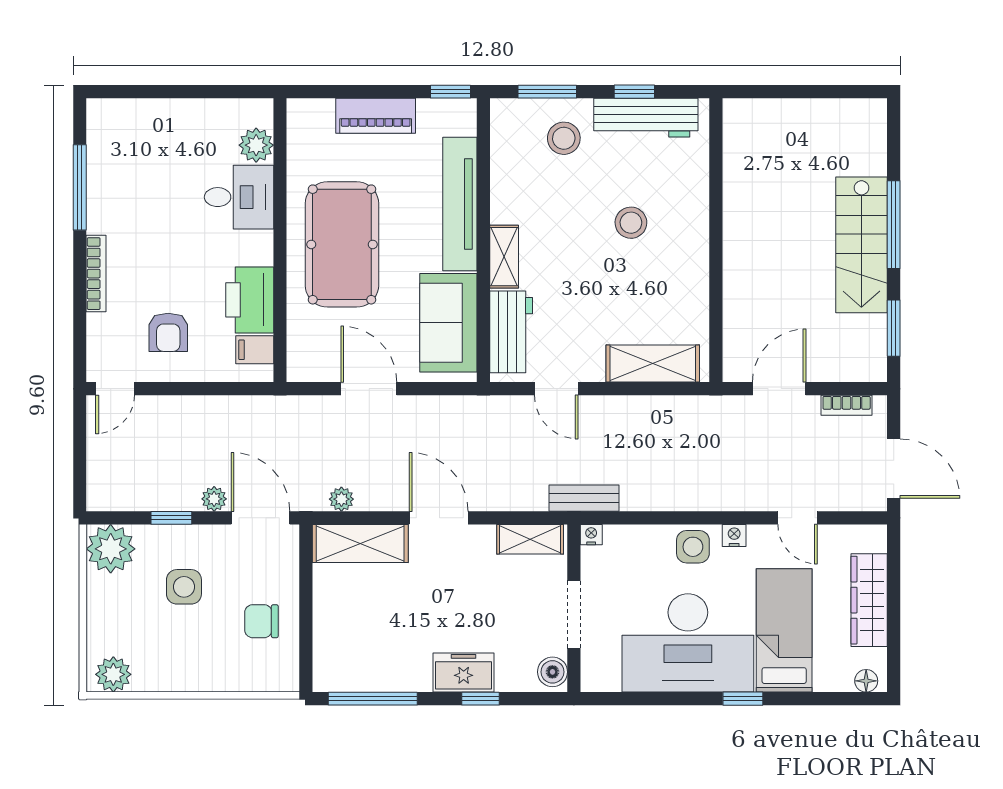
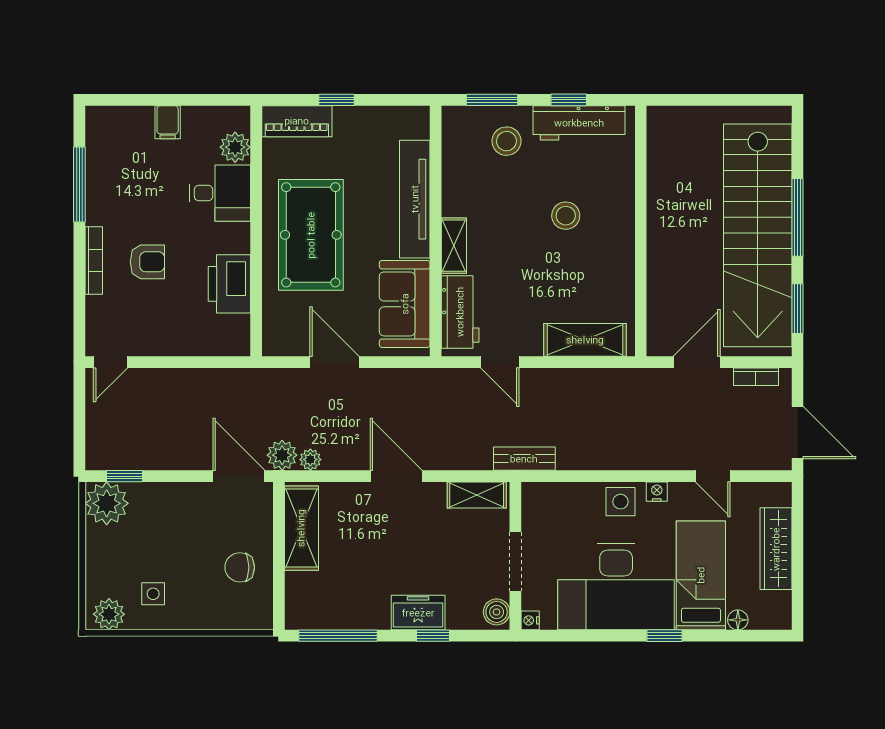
window: (450, 92) -> (337, 100), moved
piano: (376, 116) -> (297, 121), moved
stairs: (861, 245) -> (758, 235), width x1.86, depth x1.51
armchair: (168, 332) -> (147, 262), moved, turned -90
filing cabinet: (255, 350) -> (168, 122), moved, turned -90
plant: (214, 499) -> (282, 455), moved, width x1.38, depth x1.38
window: (171, 518) -> (124, 476), moved
nightstand: (591, 535) -> (530, 620), moved, turned -90
shelving: (360, 543) -> (301, 528), moved, turned 90
side table: (184, 587) -> (153, 594), moved, width x0.73, depth x0.73
floor lamp: (866, 681) -> (738, 620), moved

